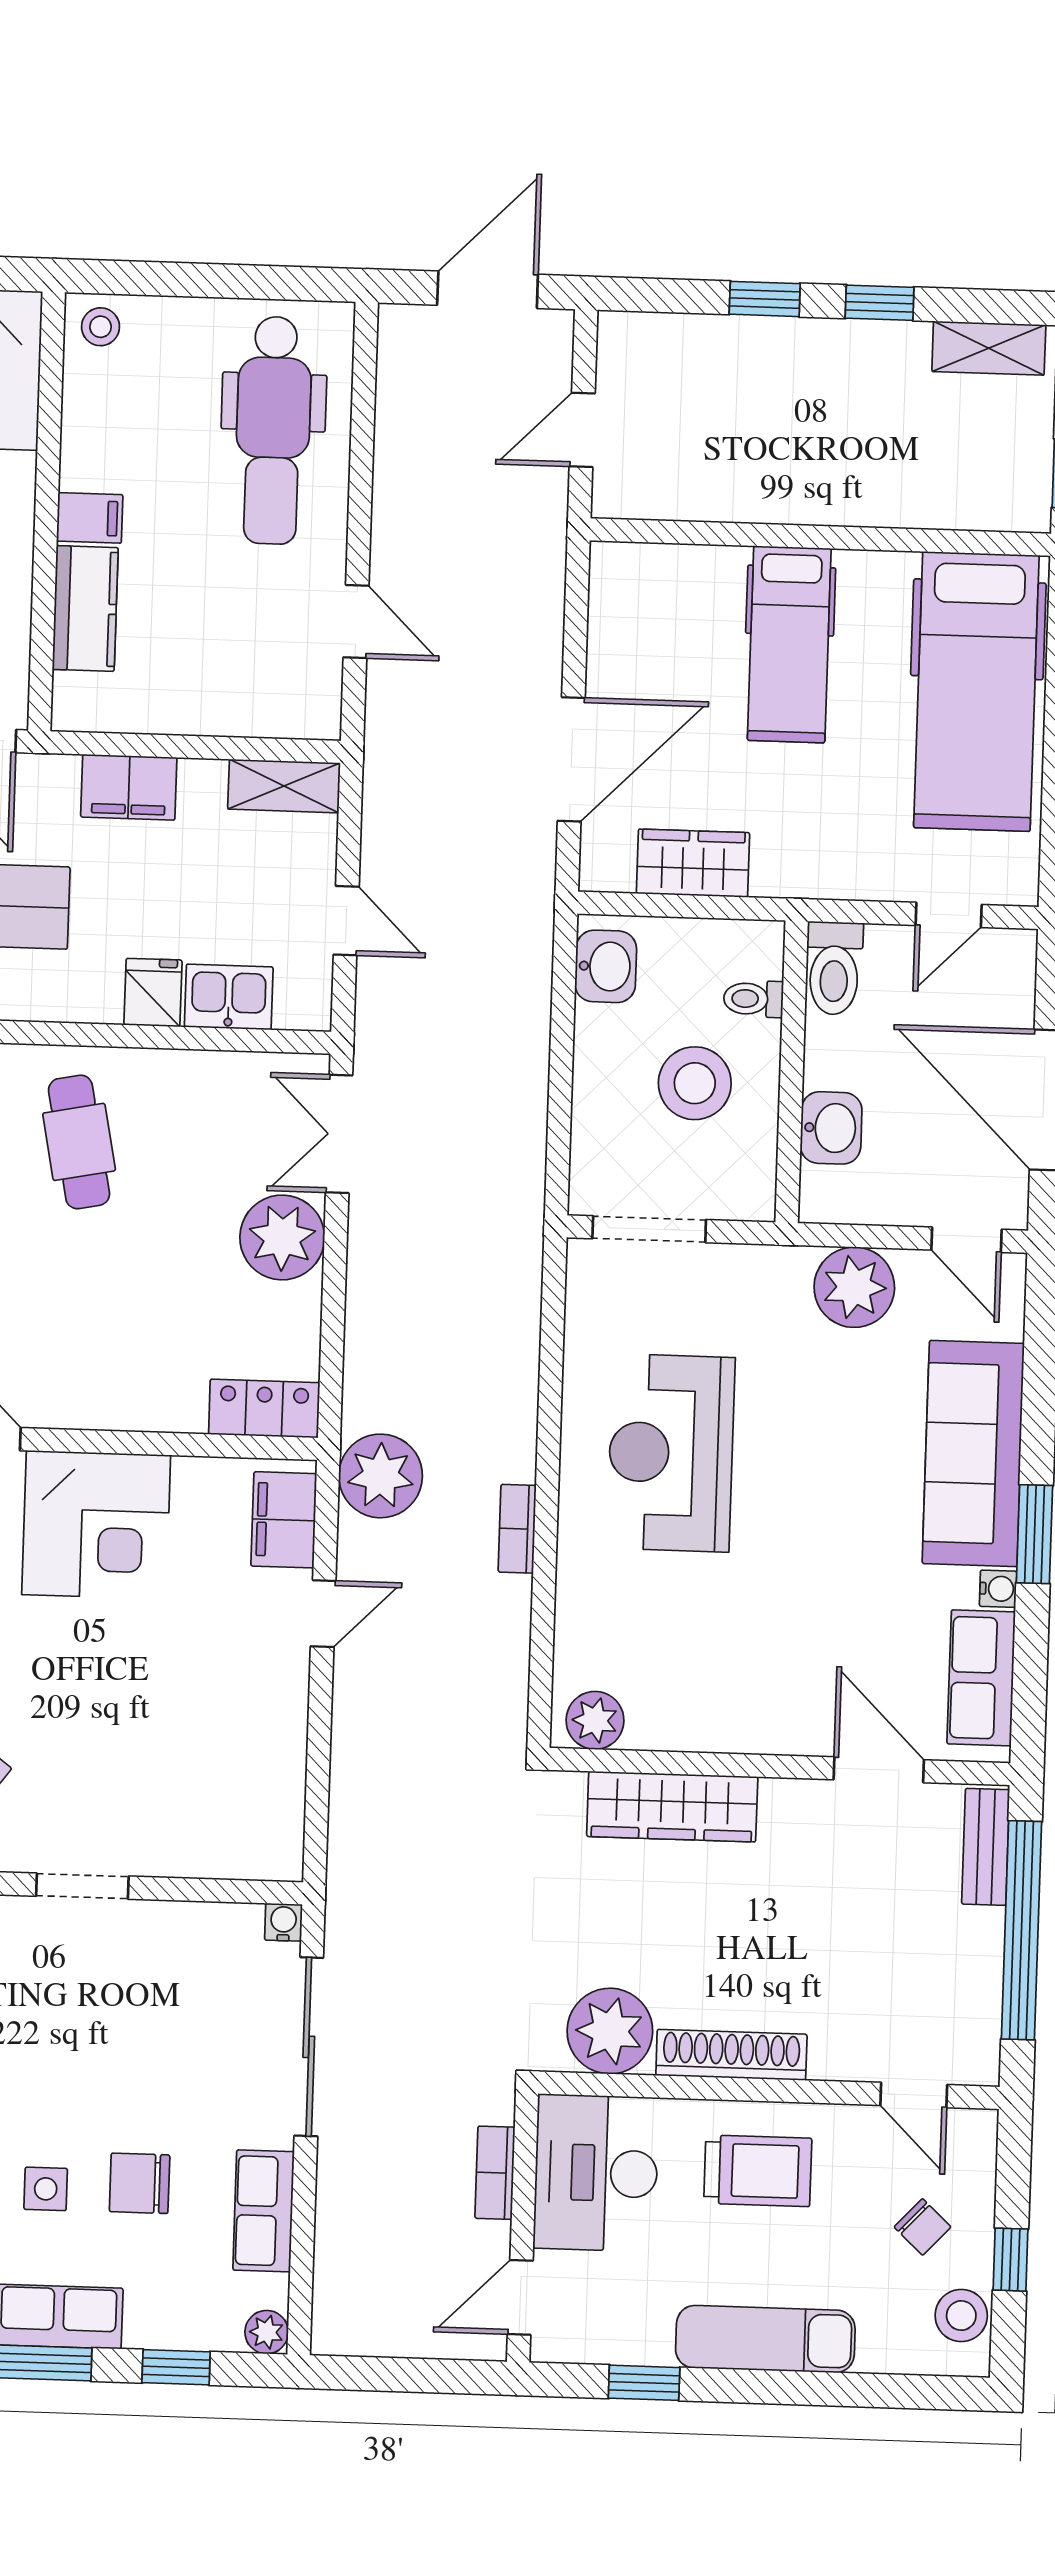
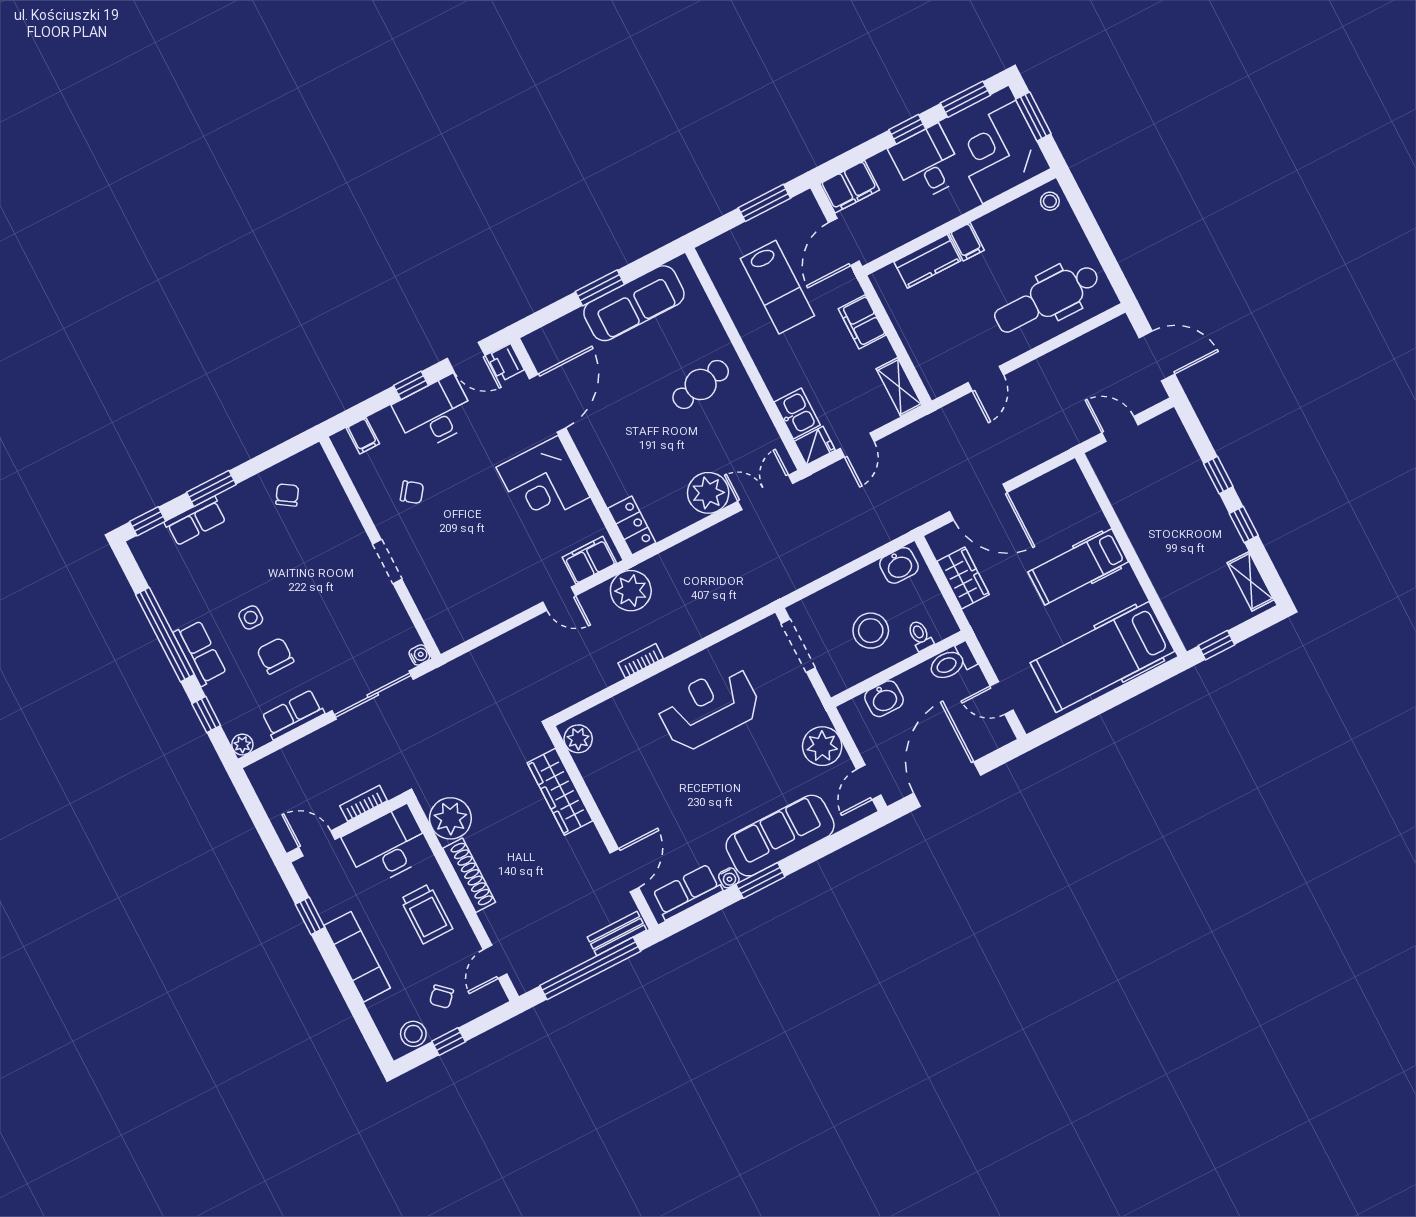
fridge: (153, 992) -> (815, 446), moved

